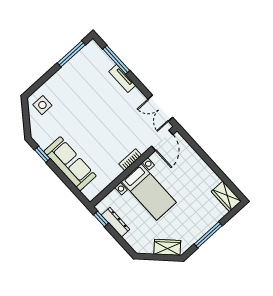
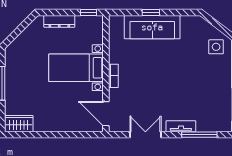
double door: (160, 108) -> (145, 135), moved
window: (42, 154) -> (151, 12), moved
dresser: (116, 222) -> (59, 21), moved
wardrobe: (167, 247) -> (21, 43), removed

